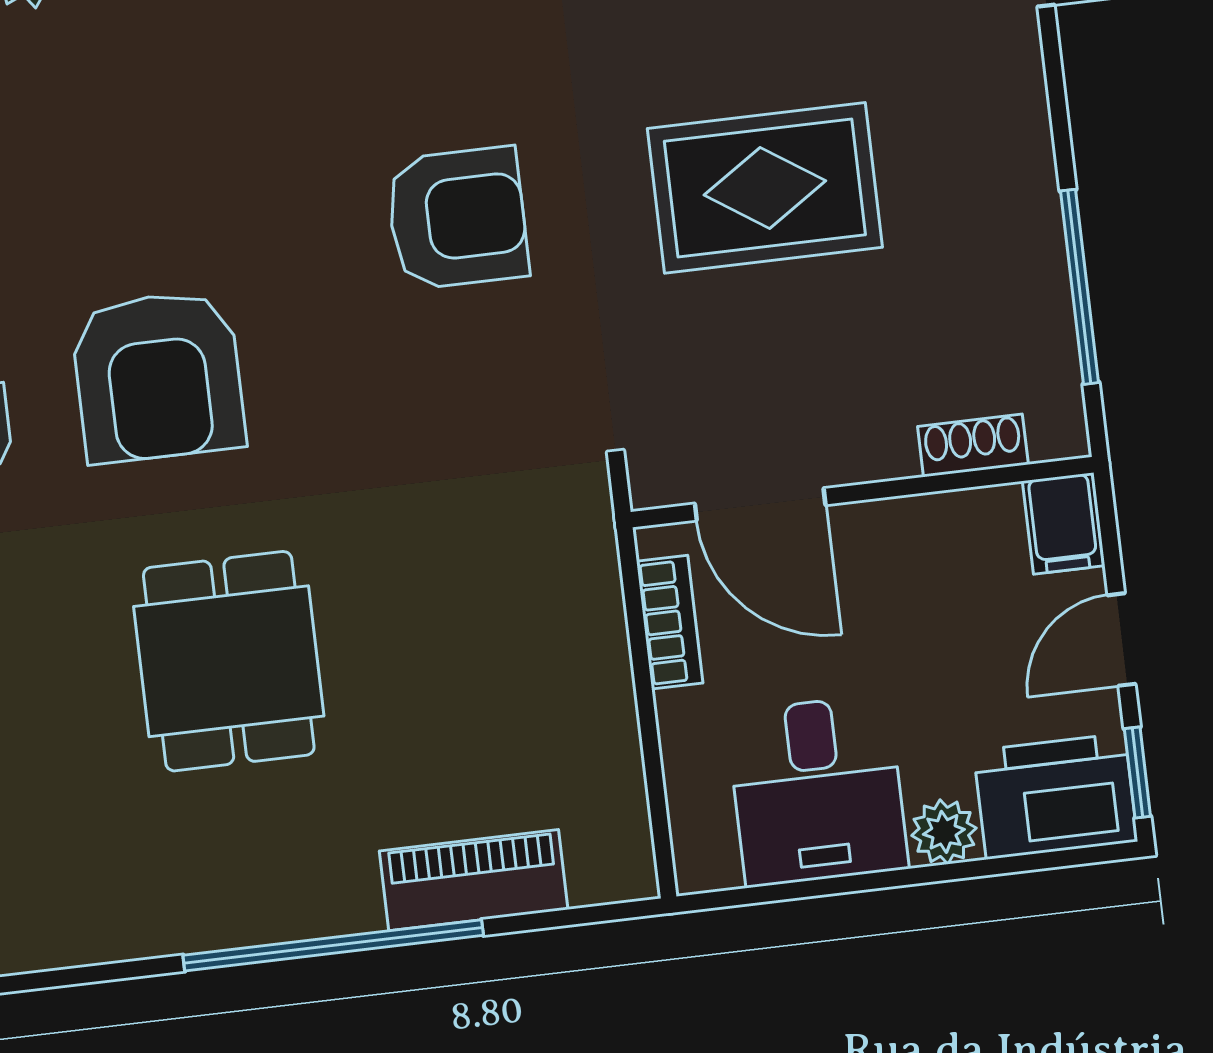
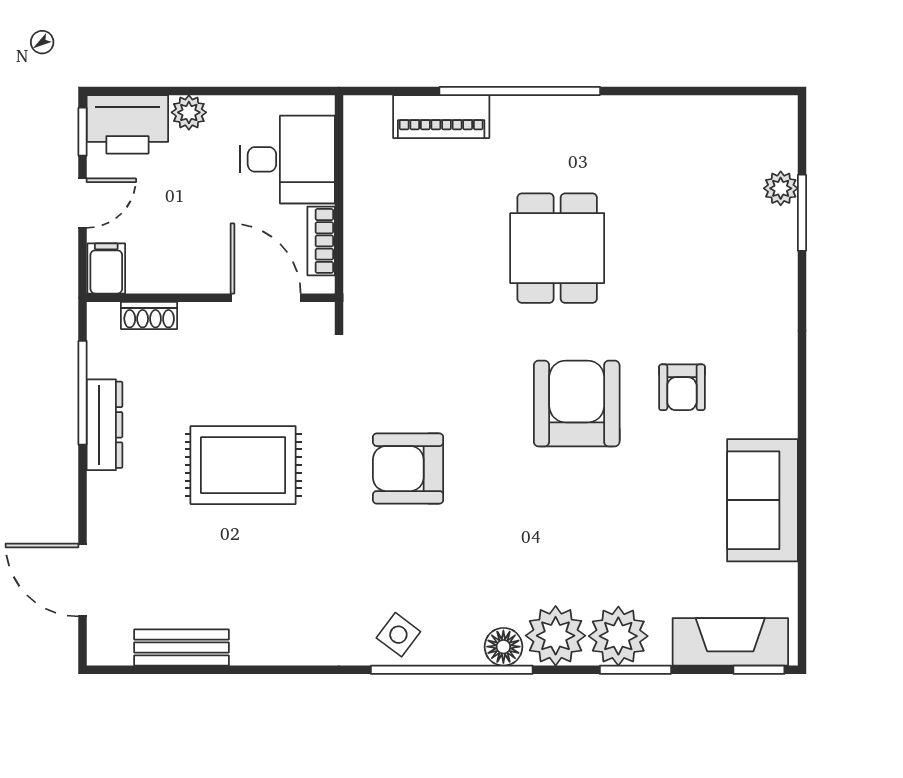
dresser: (1032, 232) -> (105, 425), added
desk: (817, 791) -> (287, 159), moved, turned 90

